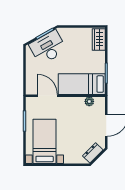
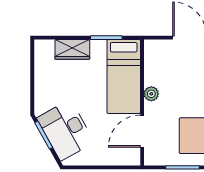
wardrobe: (99, 39) -> (72, 49), moved
plant: (89, 101) -> (151, 94), moved

